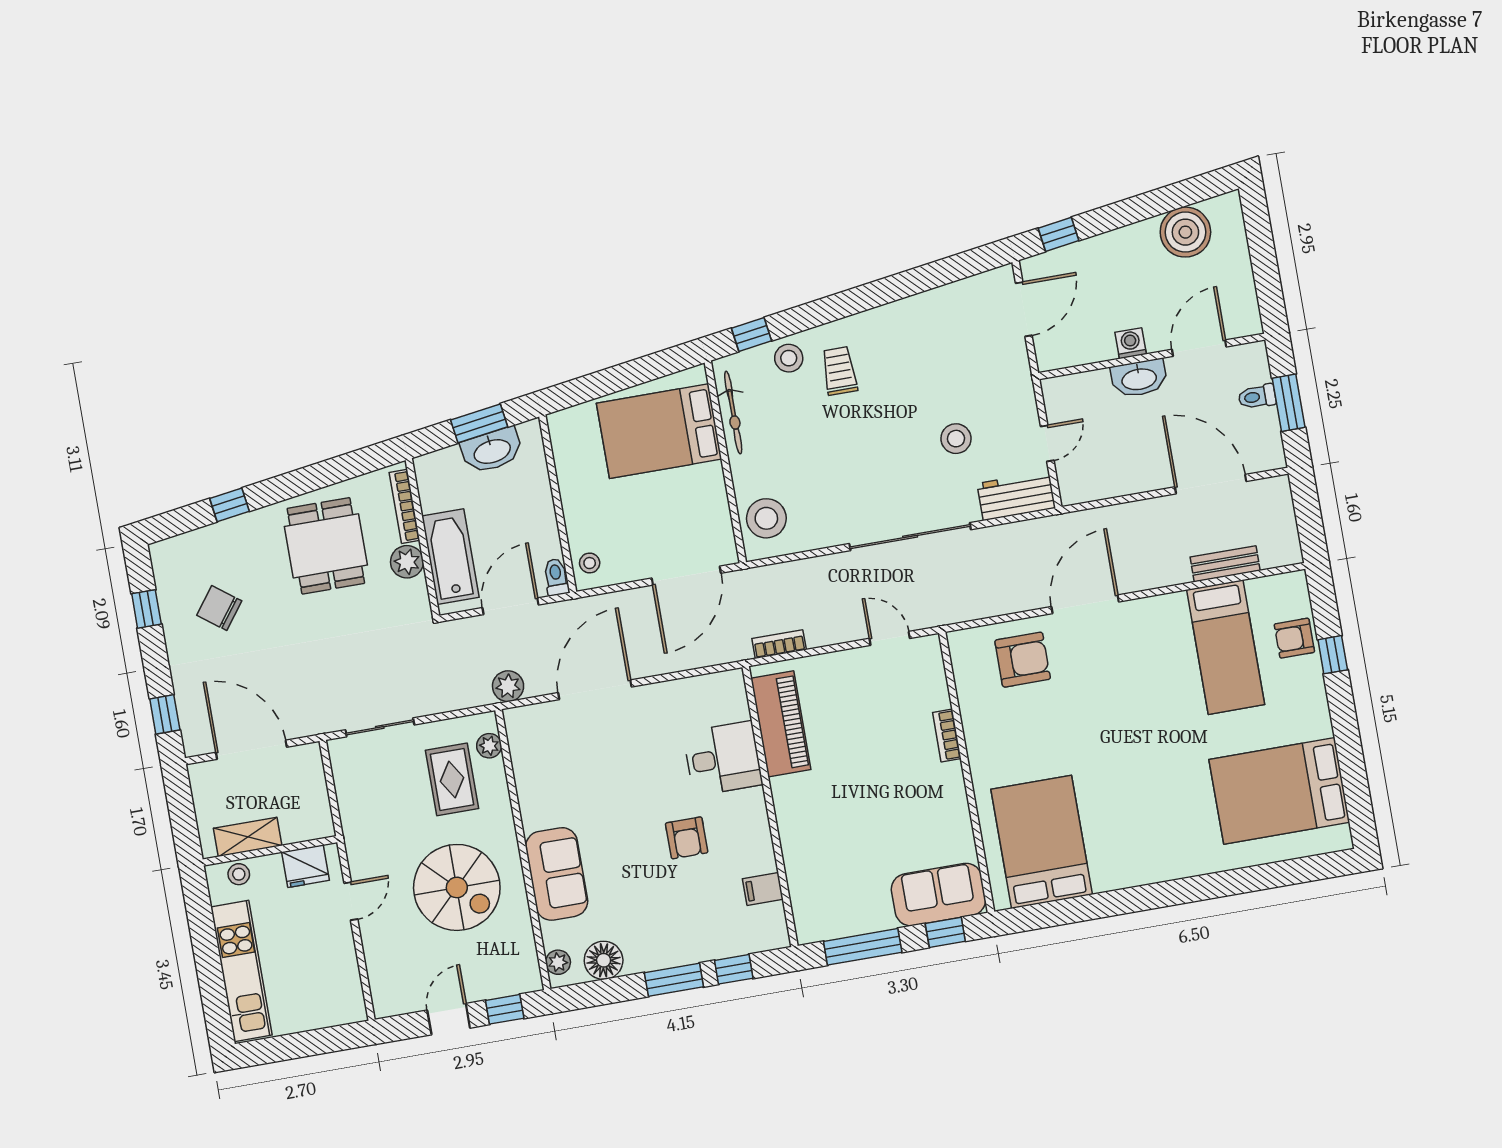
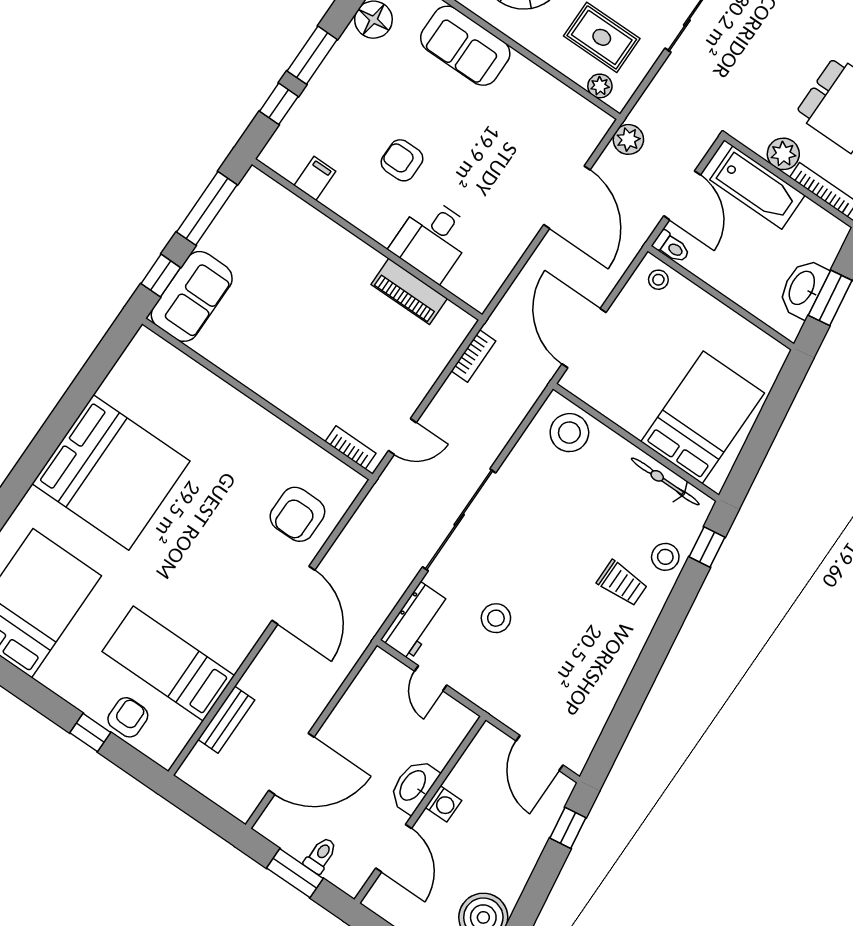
piano: (781, 724) -> (409, 291), width x0.73, depth x0.75
bookcase: (947, 735) -> (350, 448), moved
bed: (1042, 842) -> (111, 472), moved, width x1.36

